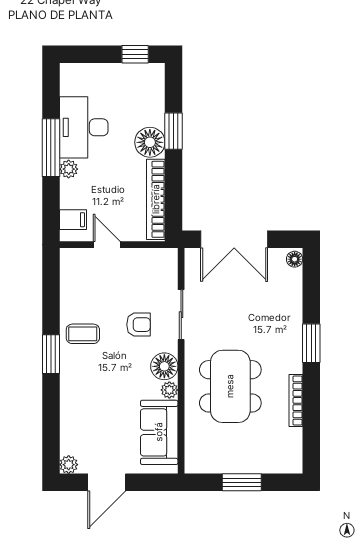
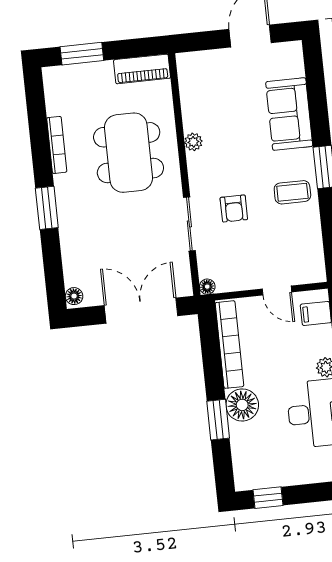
armchair: (139, 325) -> (234, 209), turned -90
floor lamp: (164, 366) -> (207, 287), moved, width x0.53, depth x0.53
sofa: (159, 432) -> (289, 114), moved, turned 180
piano: (210, 462) -> (142, 69), added
plant: (69, 465) -> (293, 51), removed
window: (242, 482) -> (82, 54), moved

